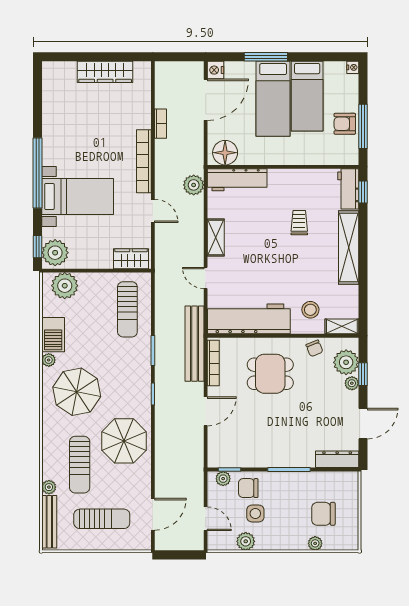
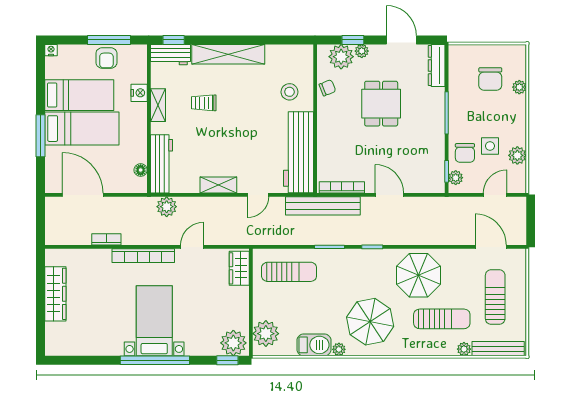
nightstand: (215, 70) -> (139, 93), moved, turned -90
floor lamp: (225, 153) -> (141, 170), width x0.53, depth x0.53
bed with nightstands: (78, 197) -> (154, 321), moved
shelving: (342, 326) -> (158, 105), moved
dining table: (270, 374) -> (381, 104), moved

